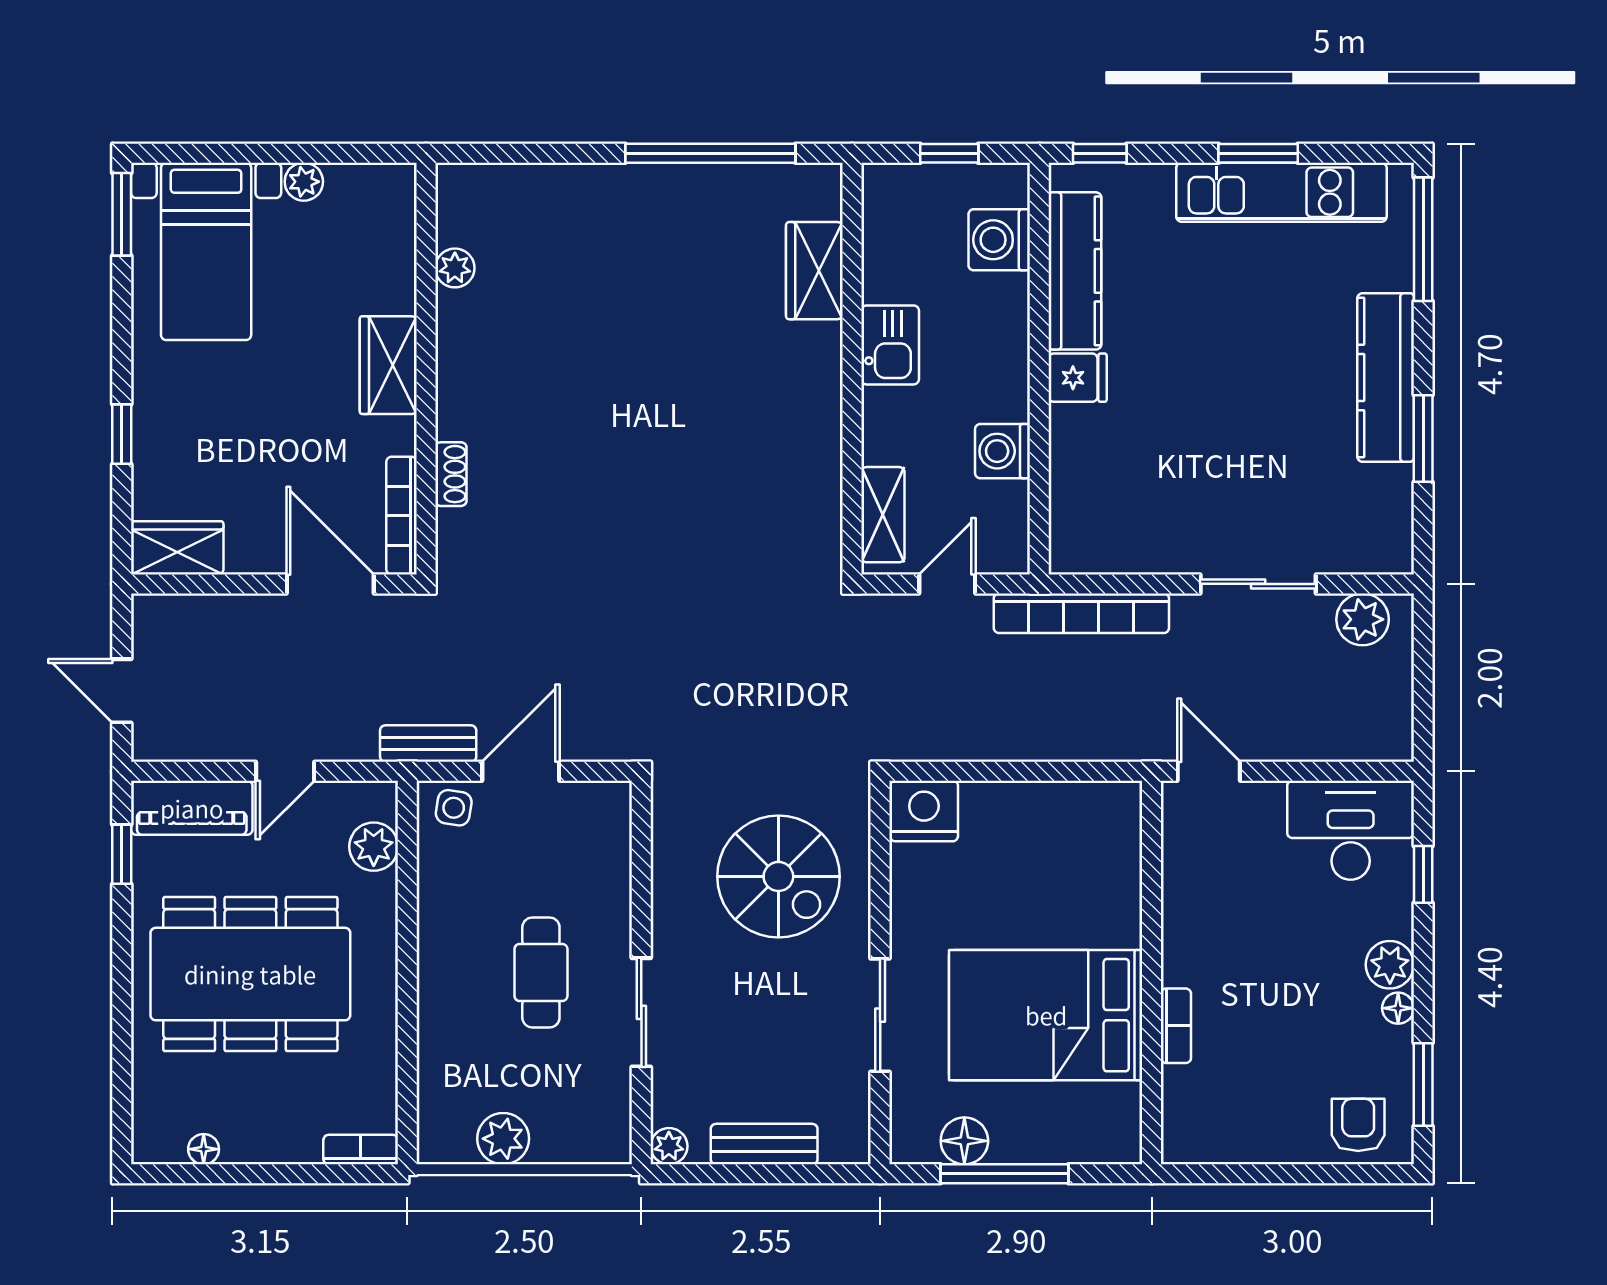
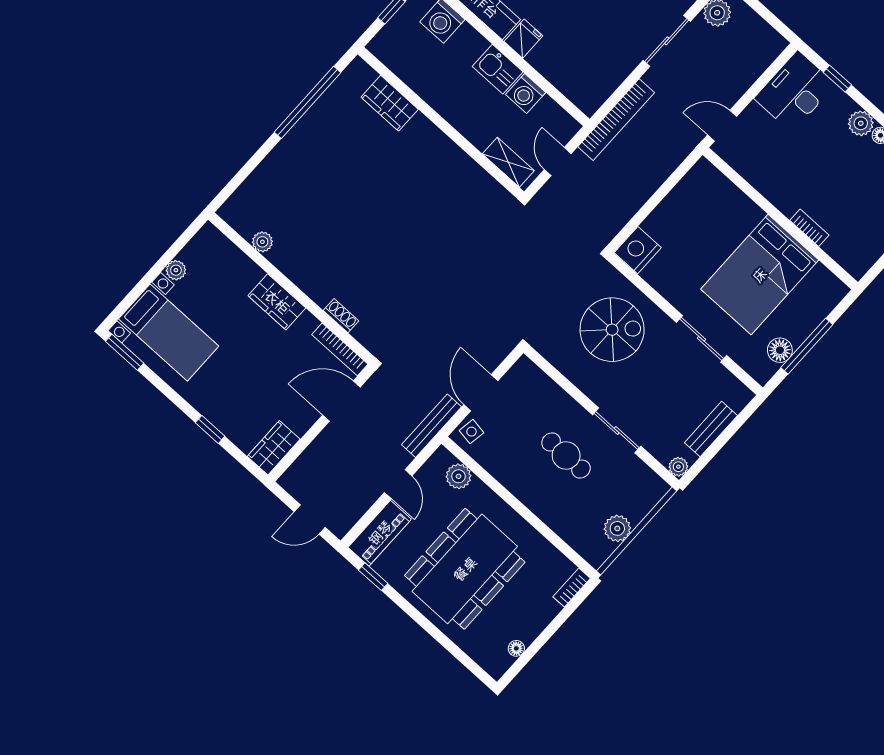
kitchen sink: (890, 345) -> (498, 69), moved, turned 180
bench: (428, 744) -> (432, 426), width x1.36

